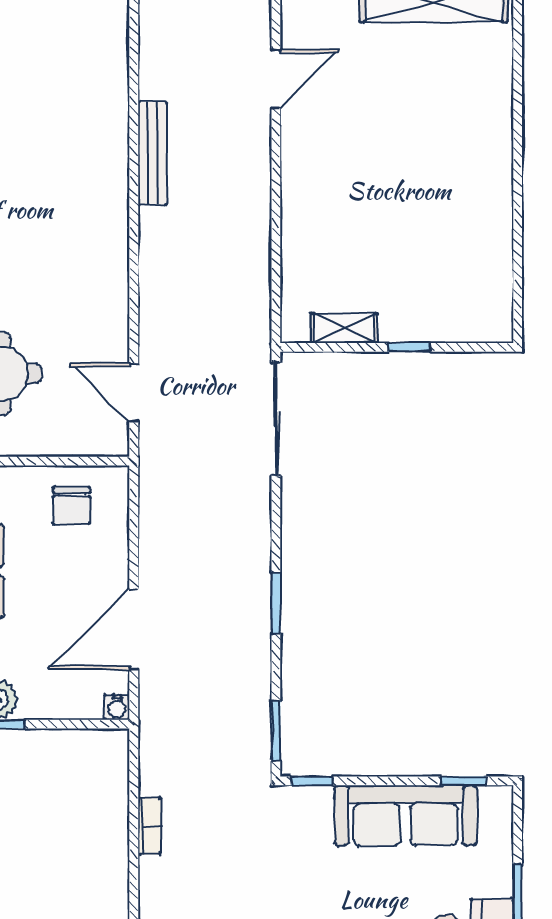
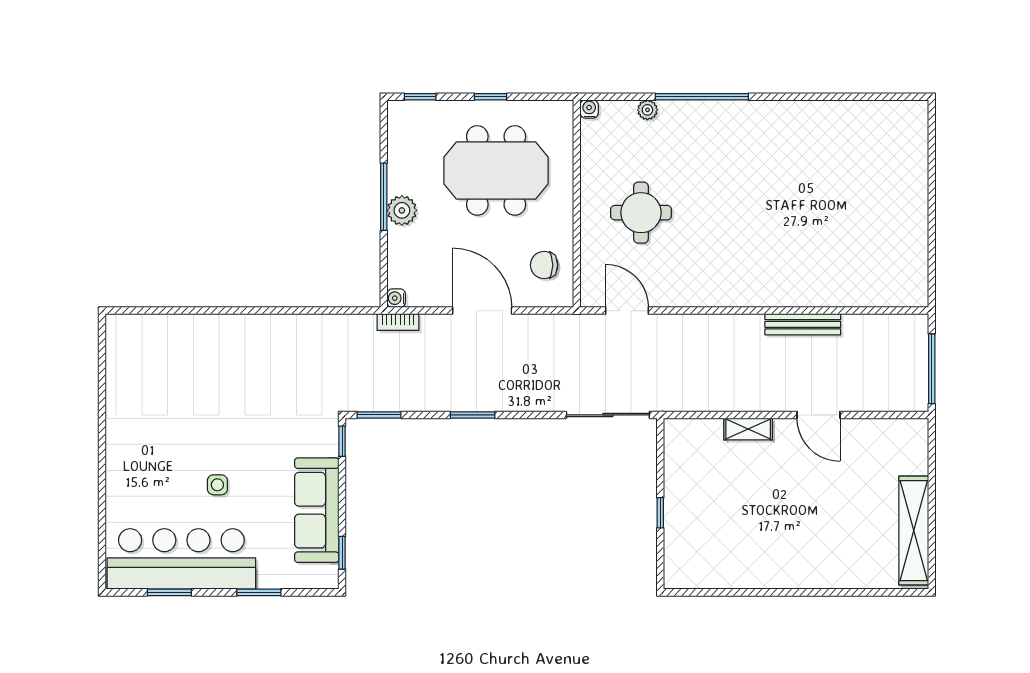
door: (276, 79) -> (818, 415), moved
shelving: (344, 328) -> (748, 429), moved, turned 90
door: (134, 393) -> (627, 311), hinge flipped
door: (134, 629) -> (482, 311), moved
bookcase: (149, 826) -> (398, 322), moved

